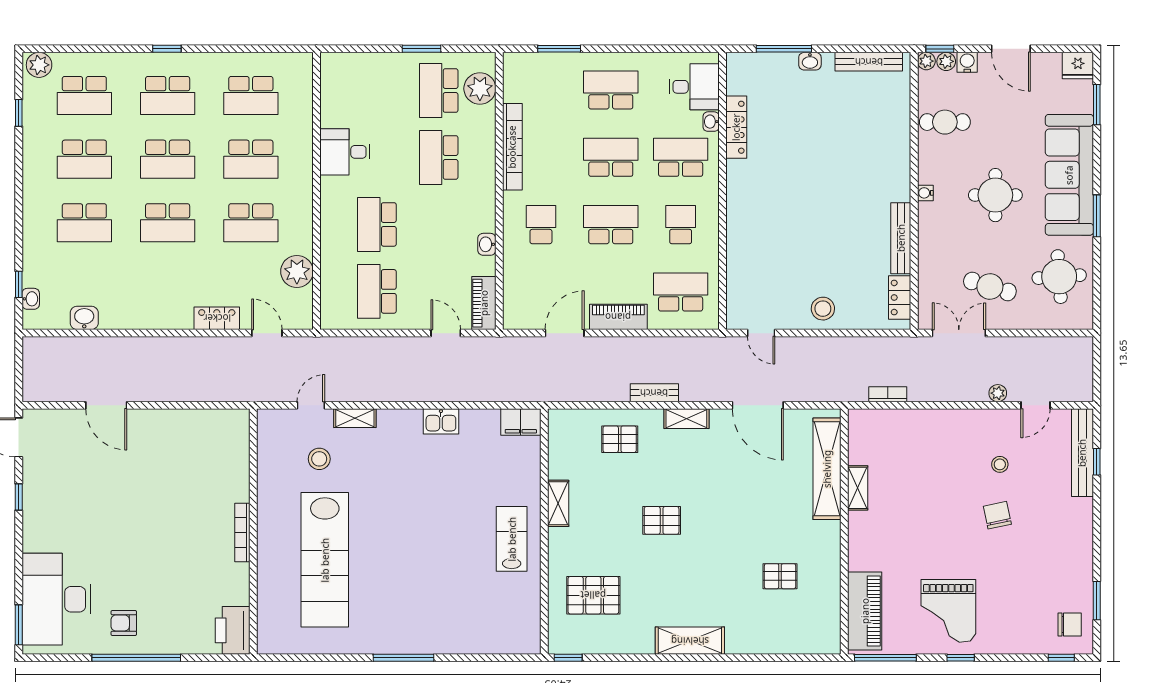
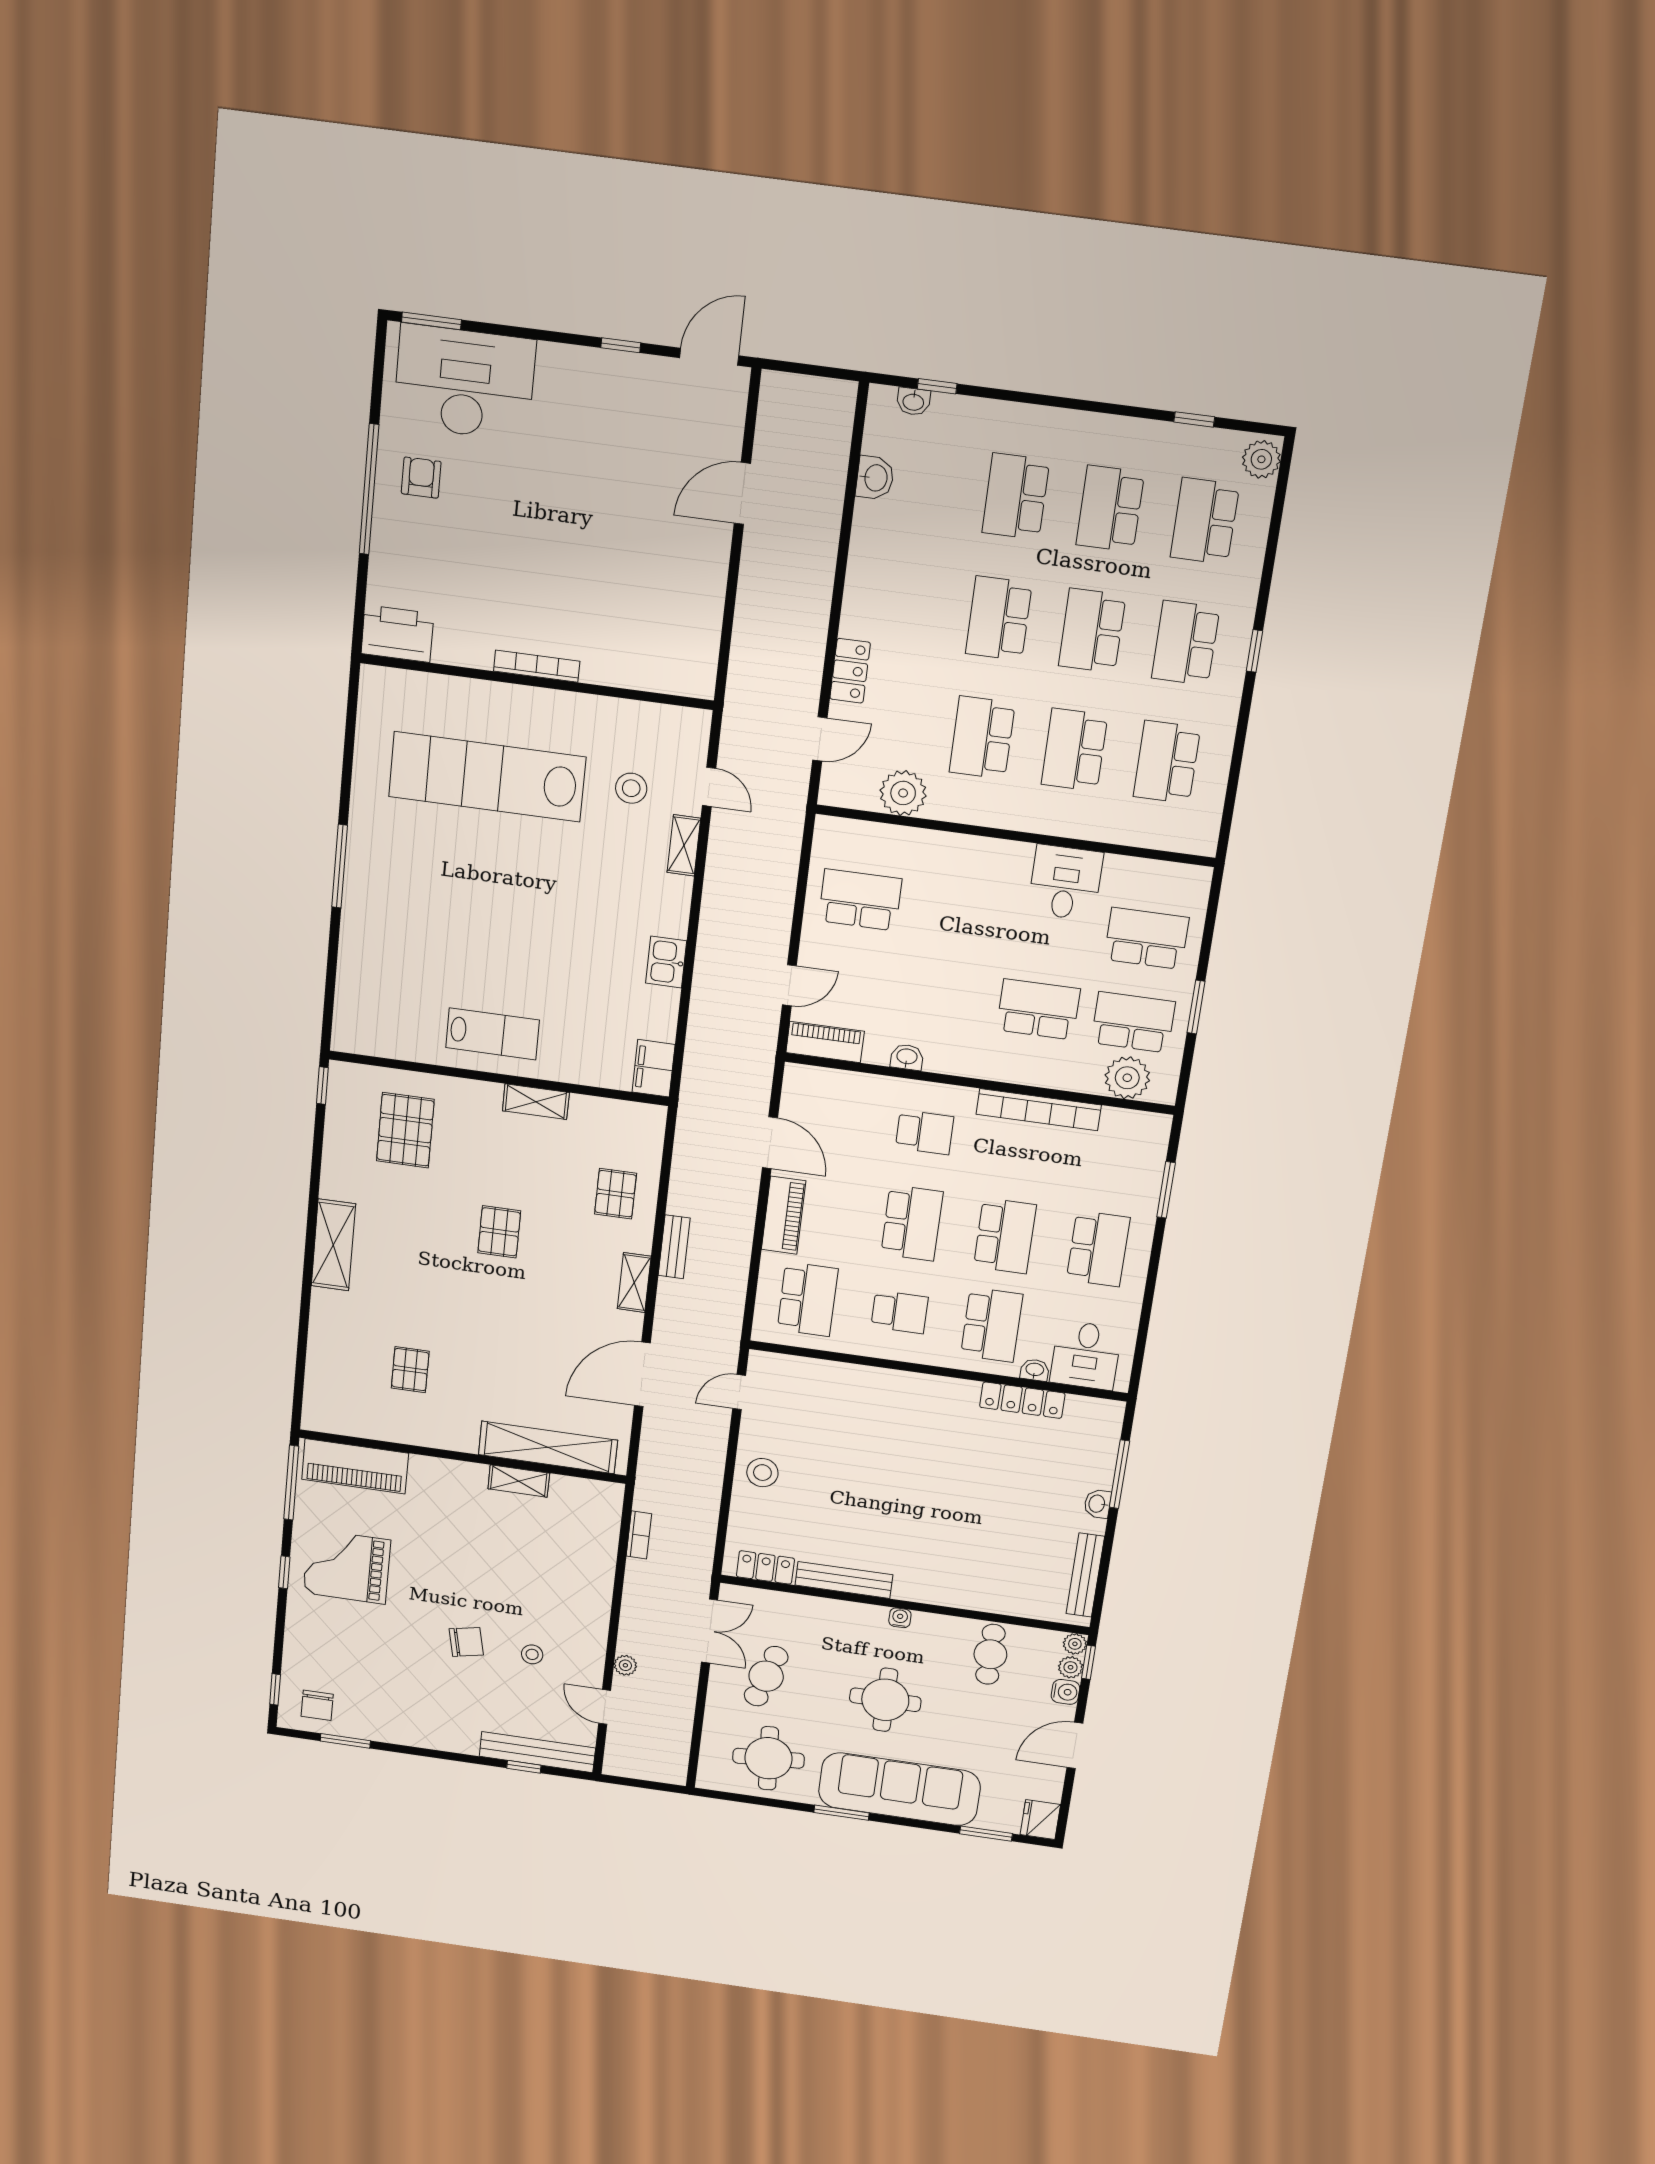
school desk: (377, 224) -> (1146, 938), moved

